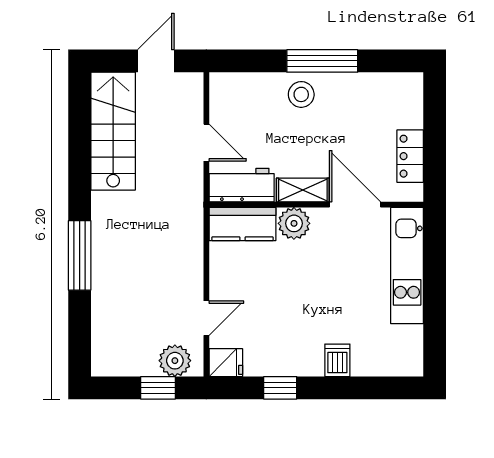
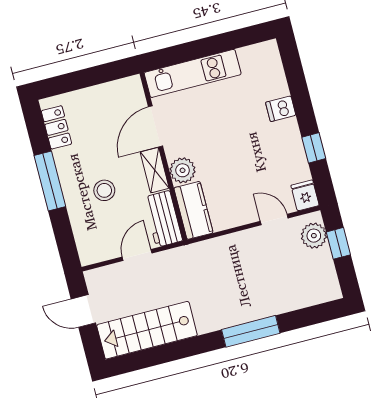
stool: (301, 94) -> (104, 190), moved
locker: (410, 156) -> (56, 127), moved, turned -90

